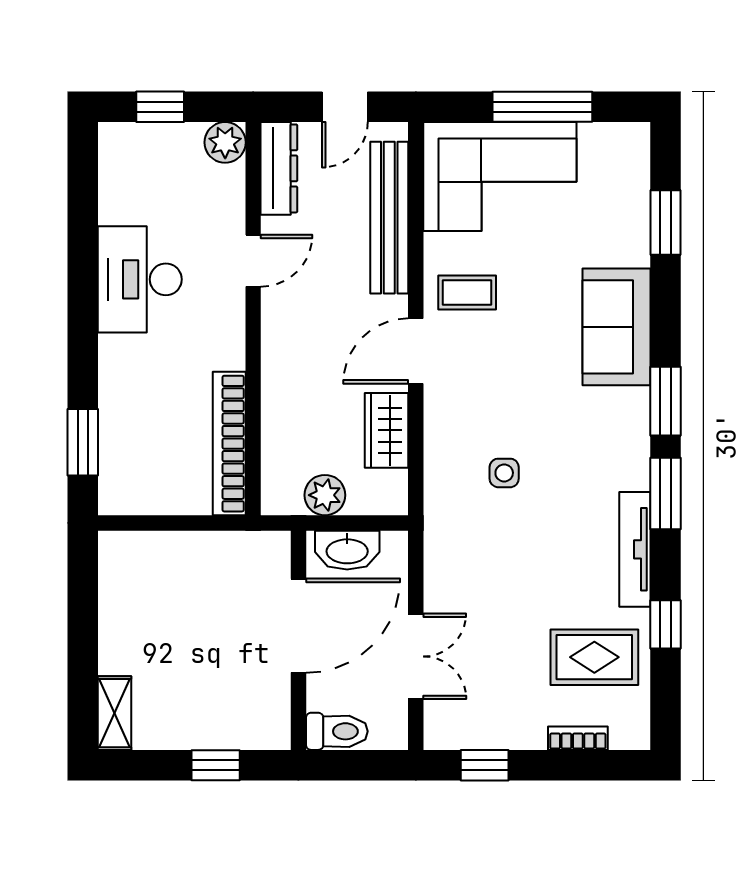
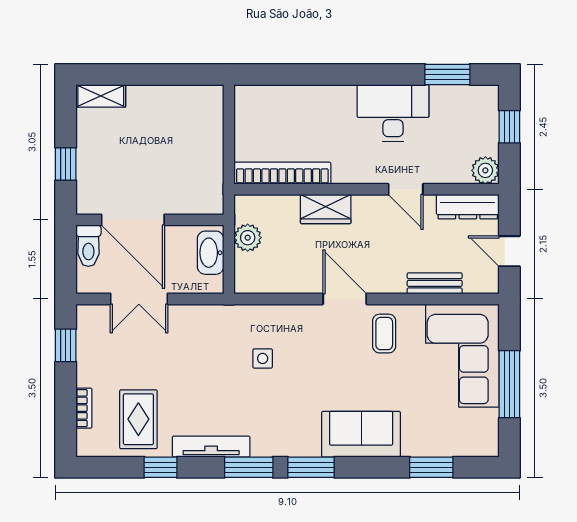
bench: (389, 218) -> (435, 283), width x0.54, depth x0.82
wardrobe: (386, 430) -> (326, 209), moved, turned 180
window: (83, 442) -> (447, 75), moved
door: (298, 626) -> (133, 220), moved

